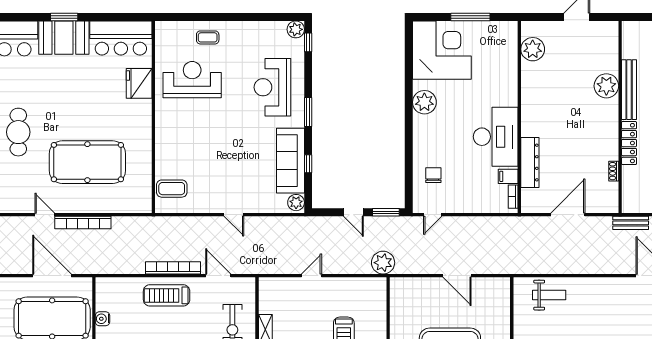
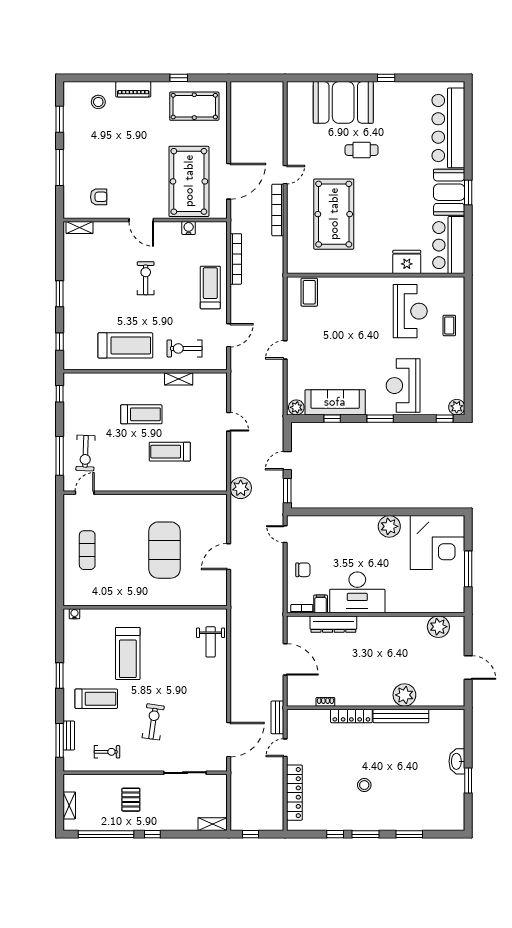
reception desk: (272, 87) -> (403, 386), turned -90
cafe table: (18, 132) -> (362, 150), width x0.73, depth x0.74
chair: (433, 175) -> (303, 570), moved
bookcase: (173, 268) -> (236, 259), moved

